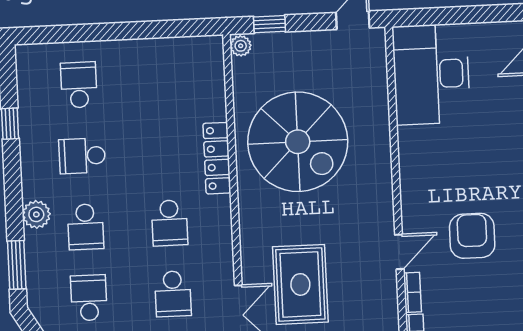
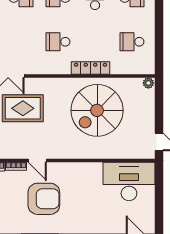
window: (270, 24) -> (159, 99), removed
armchair: (472, 236) -> (44, 199), width x1.36, depth x1.36
school desk: (173, 294) -> (132, 42), moved

